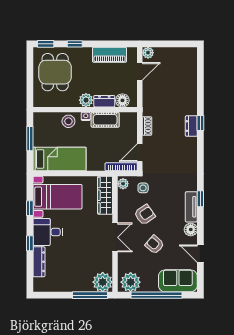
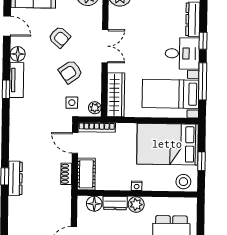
cot: (105, 120) -> (86, 174), moved, turned 90
stool: (68, 121) -> (183, 182), moved
dresser: (191, 126) -> (15, 178), width x1.44
window: (30, 139) -> (201, 161), width x0.67
door: (140, 153) -> (75, 143), swing flipped
bed: (59, 159) -> (167, 144), width x1.50
window: (30, 208) -> (203, 81), width x2.17
double door: (115, 237) -> (105, 46), swing flipped

